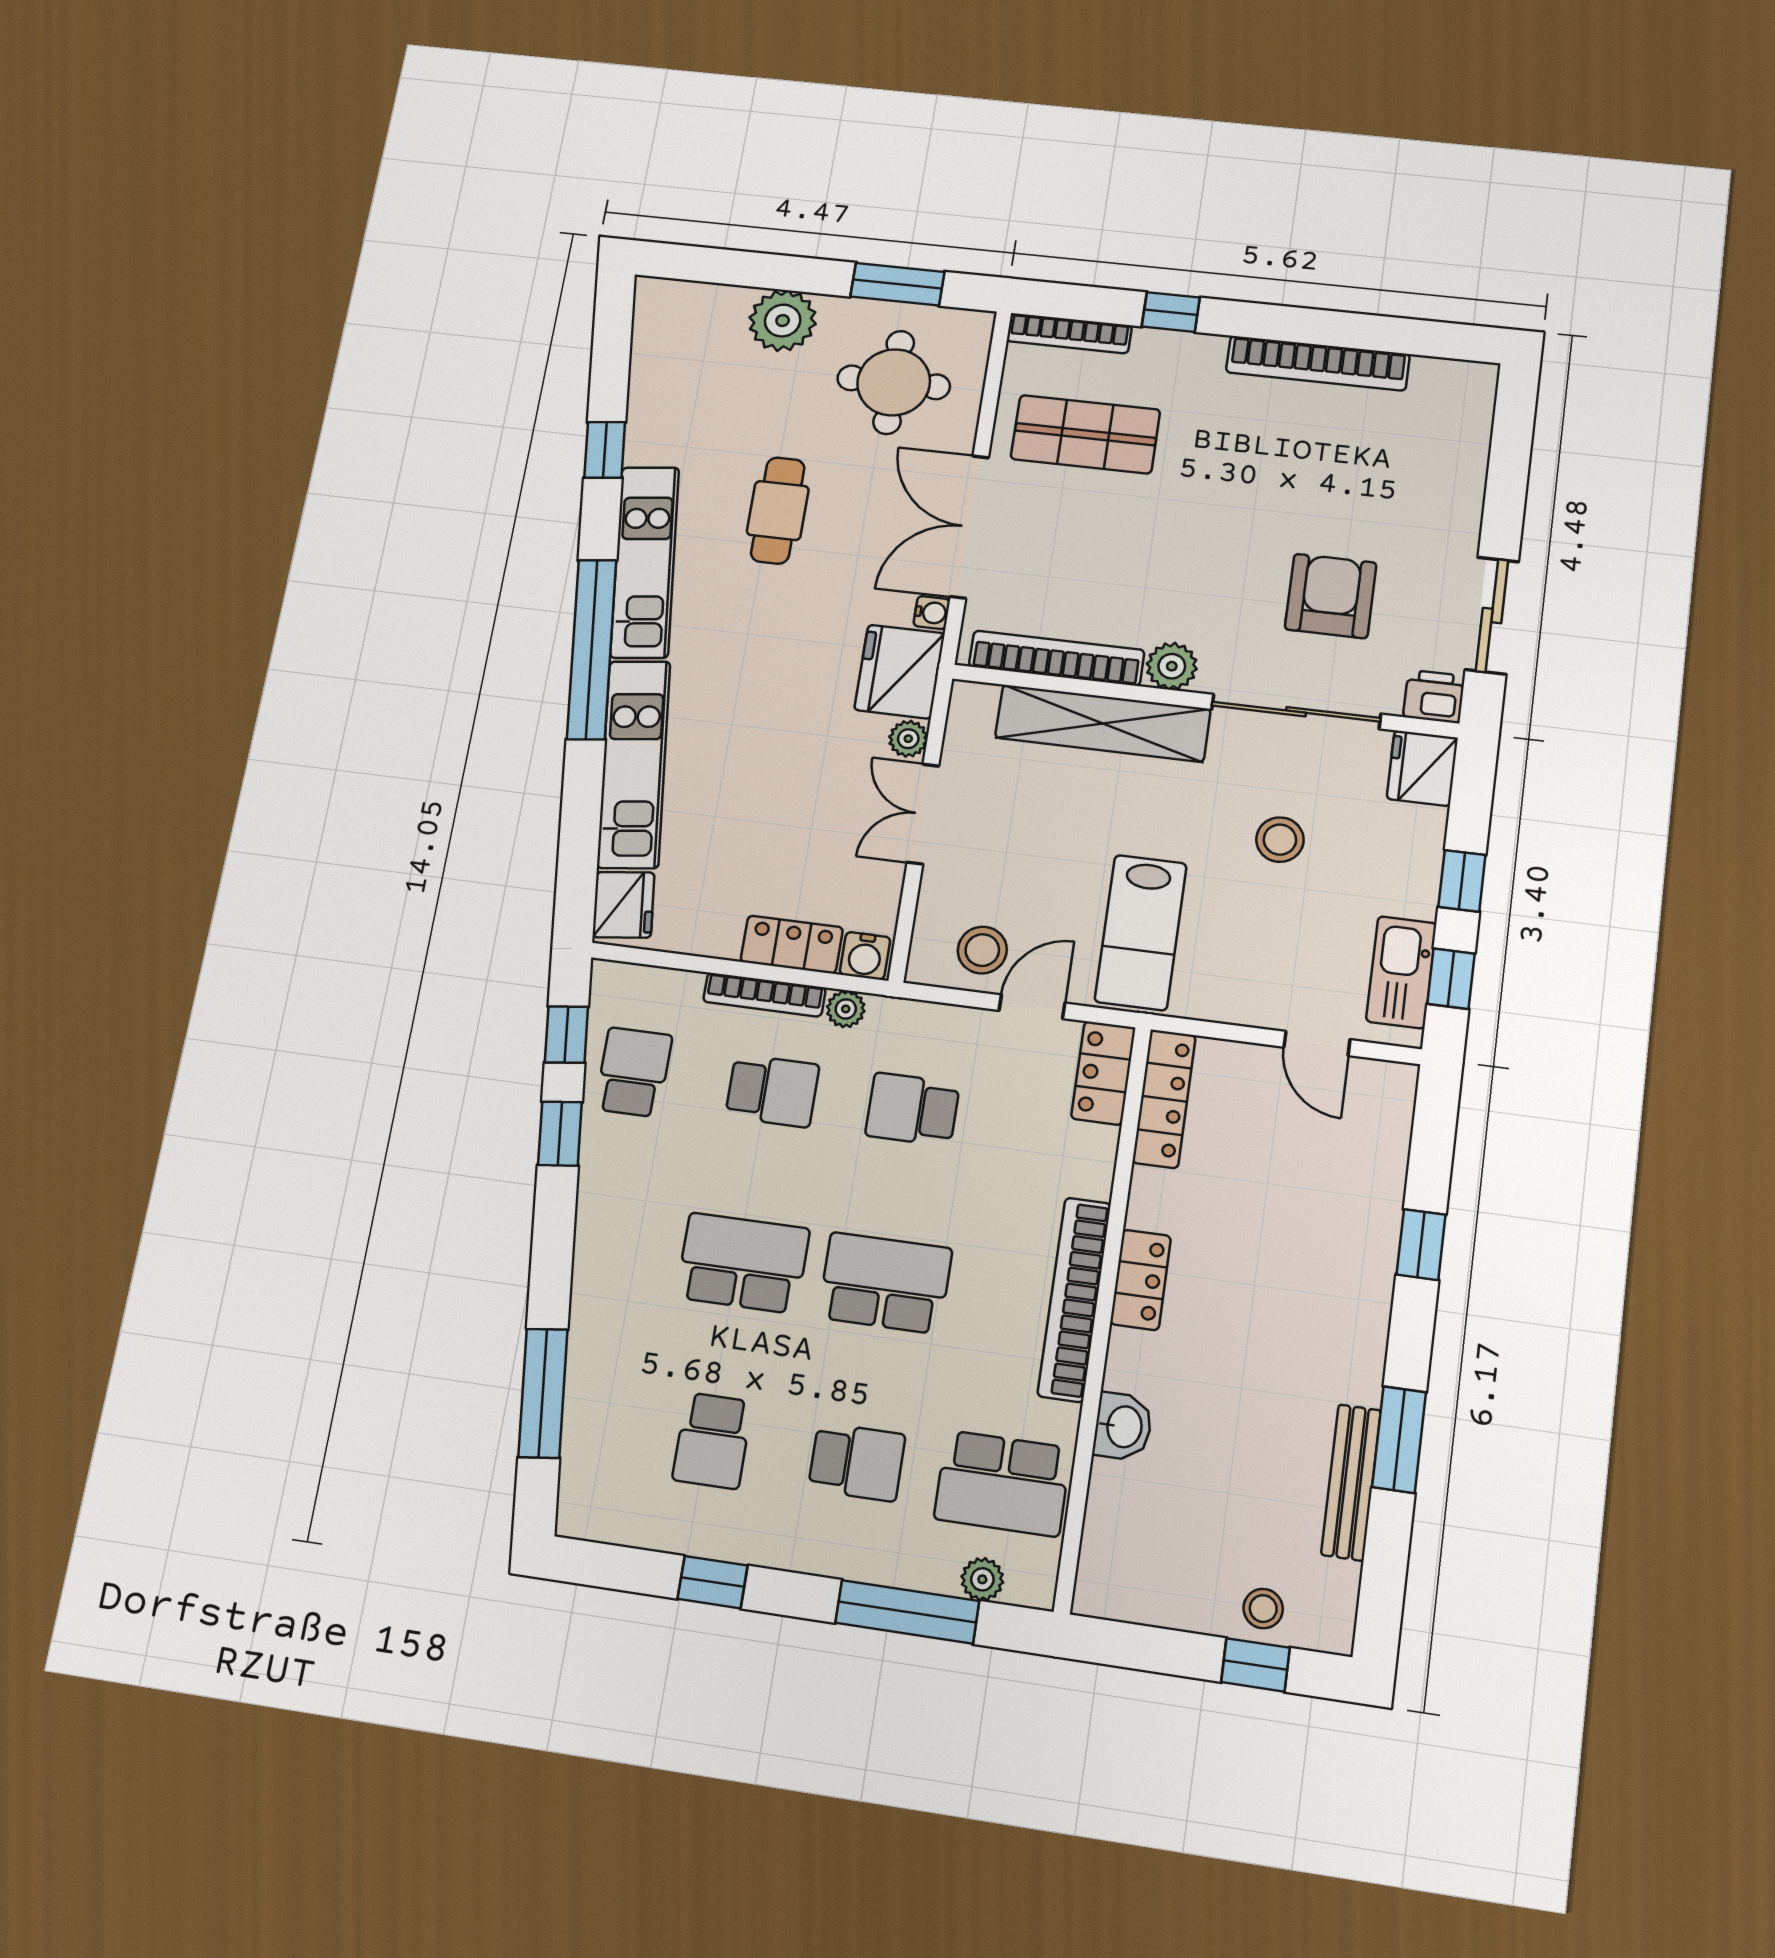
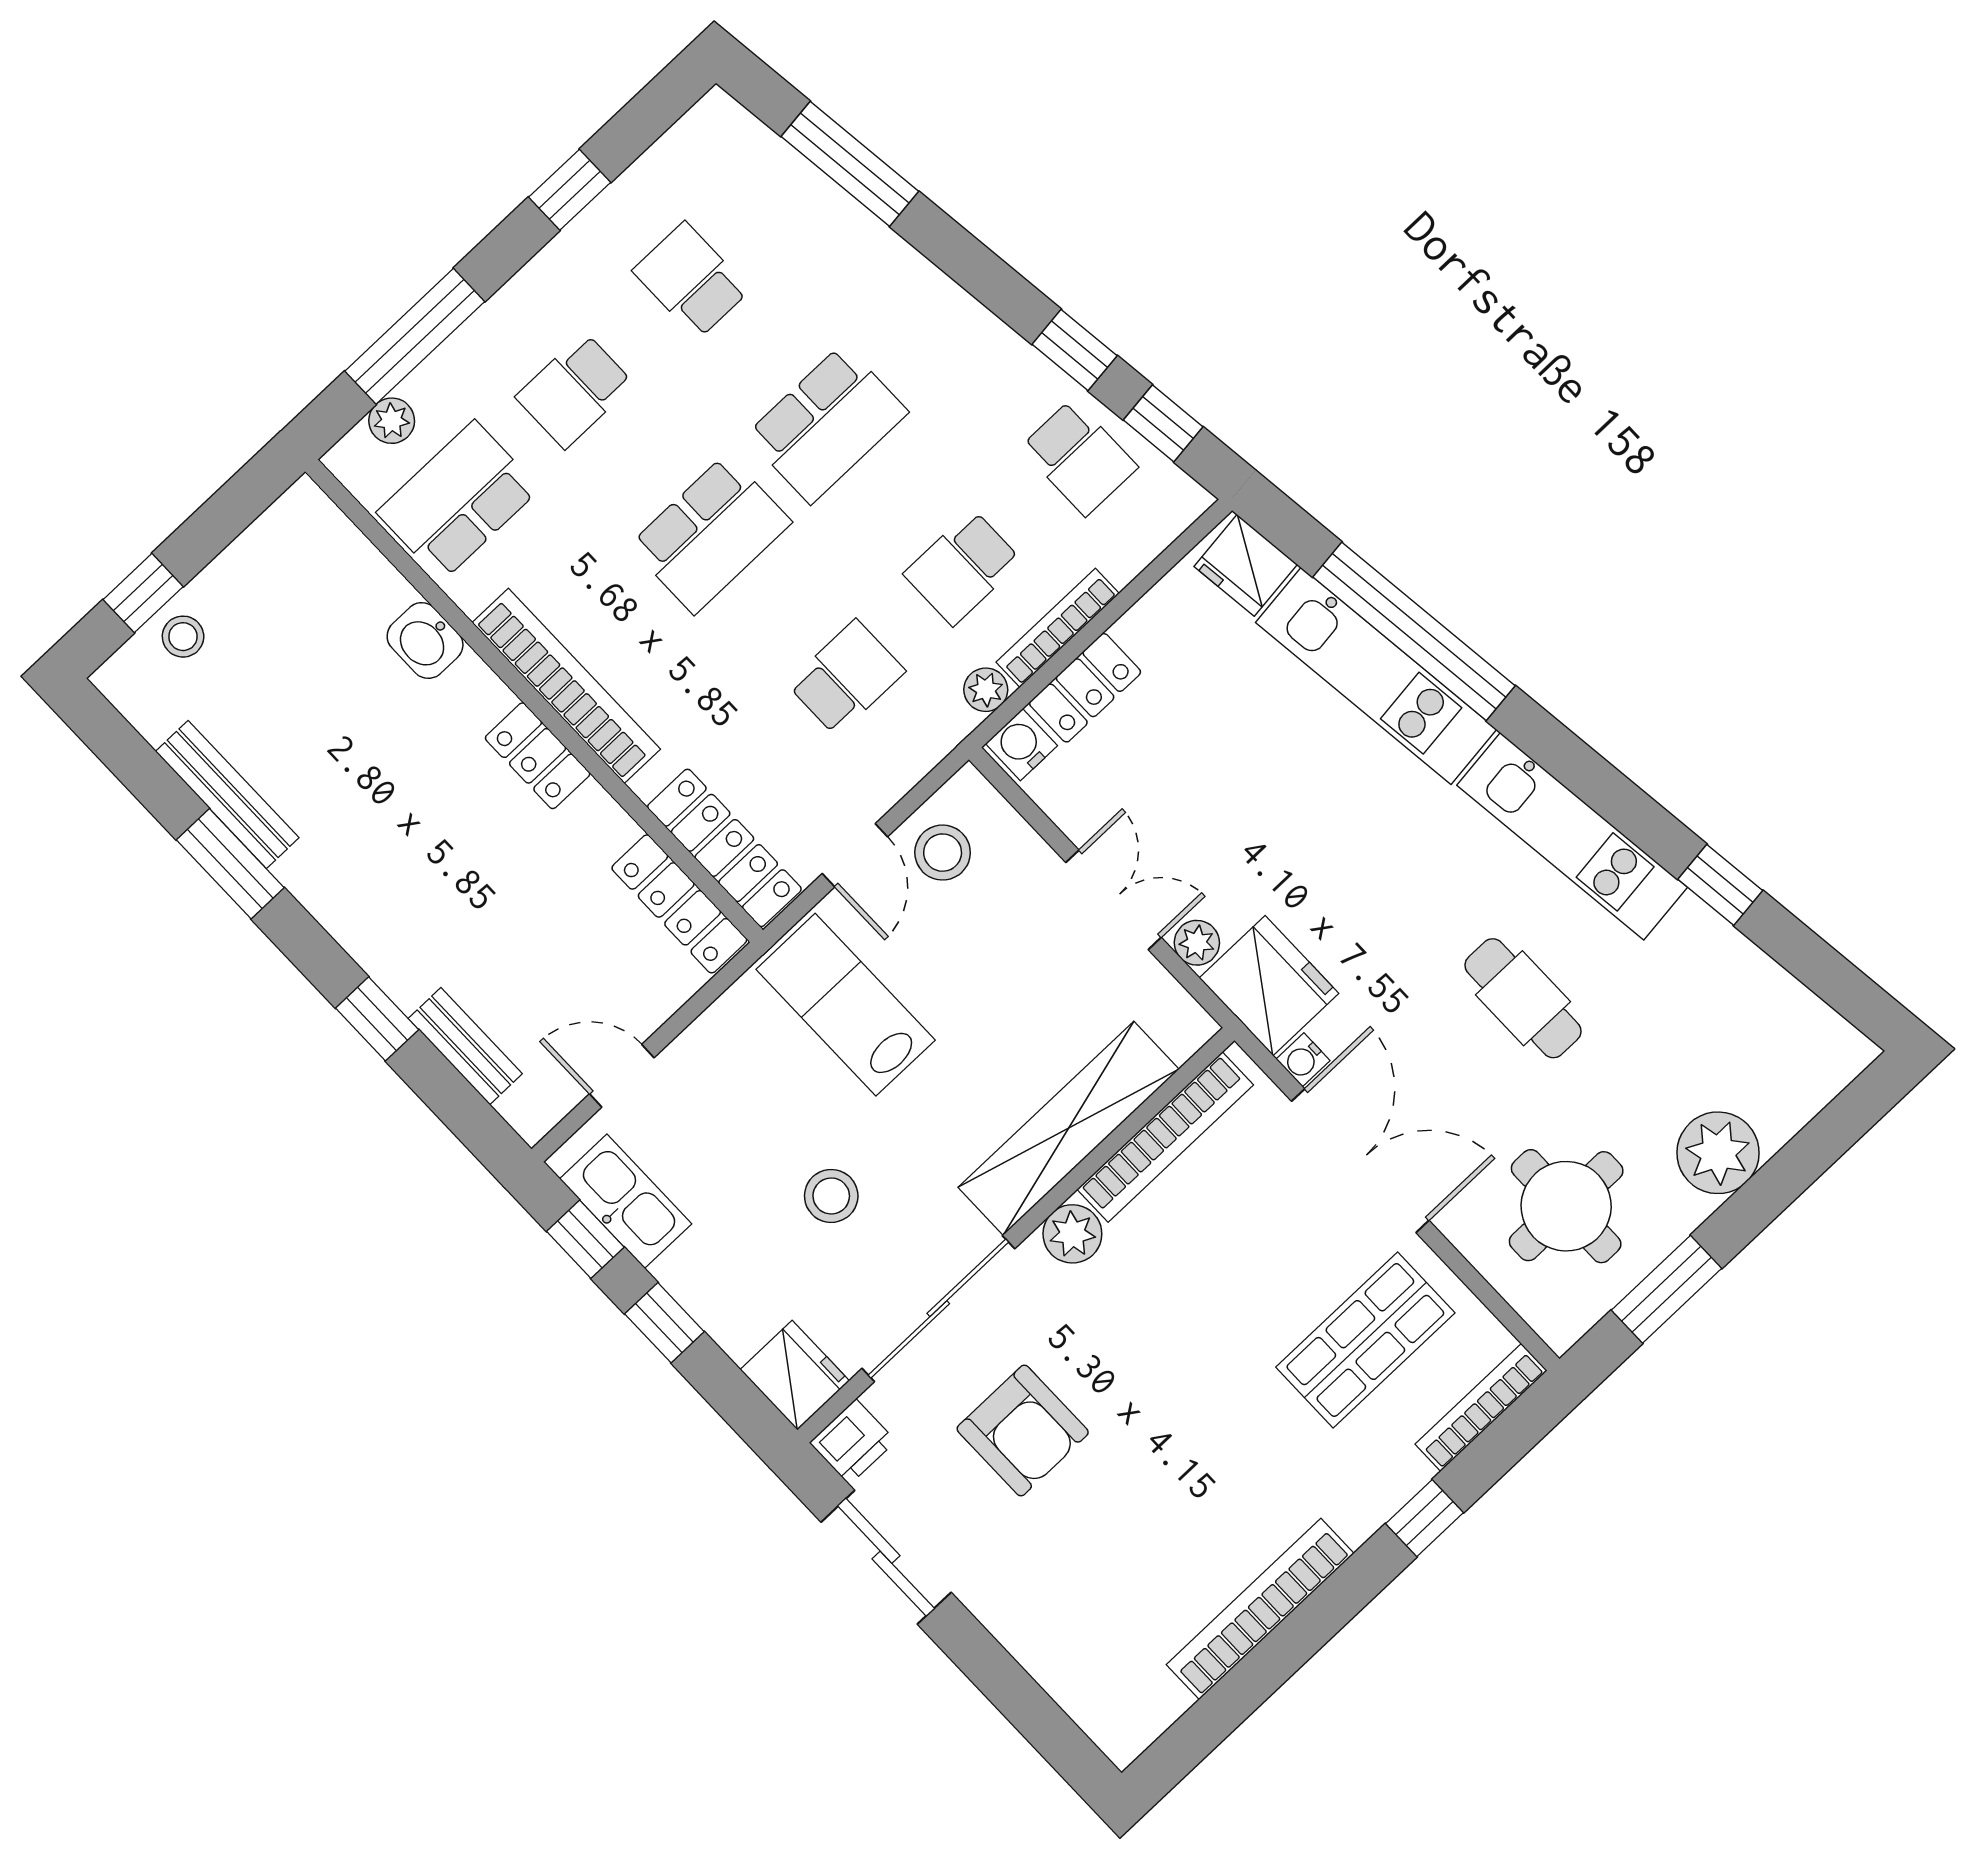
window: (592, 649) -> (1414, 631), moved
locker: (1103, 1073) -> (724, 848), width x1.53
bench: (1388, 1167) -> (465, 1046), added

